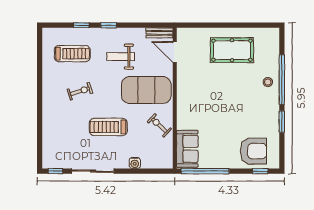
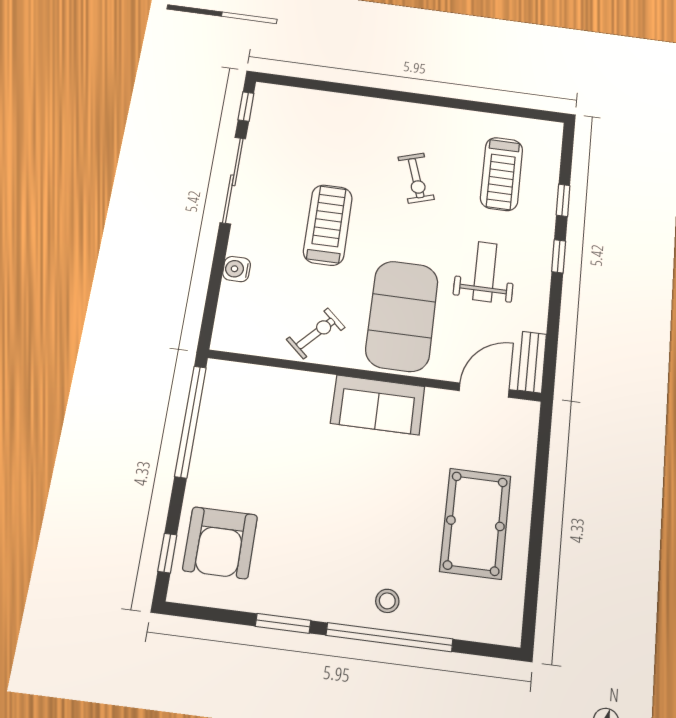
sofa: (187, 149) -> (378, 405), moved

